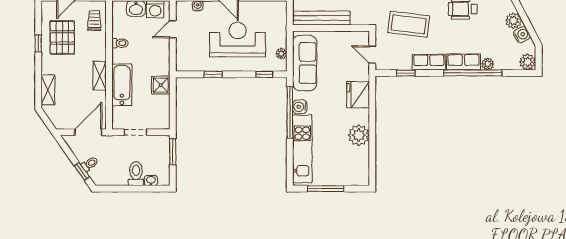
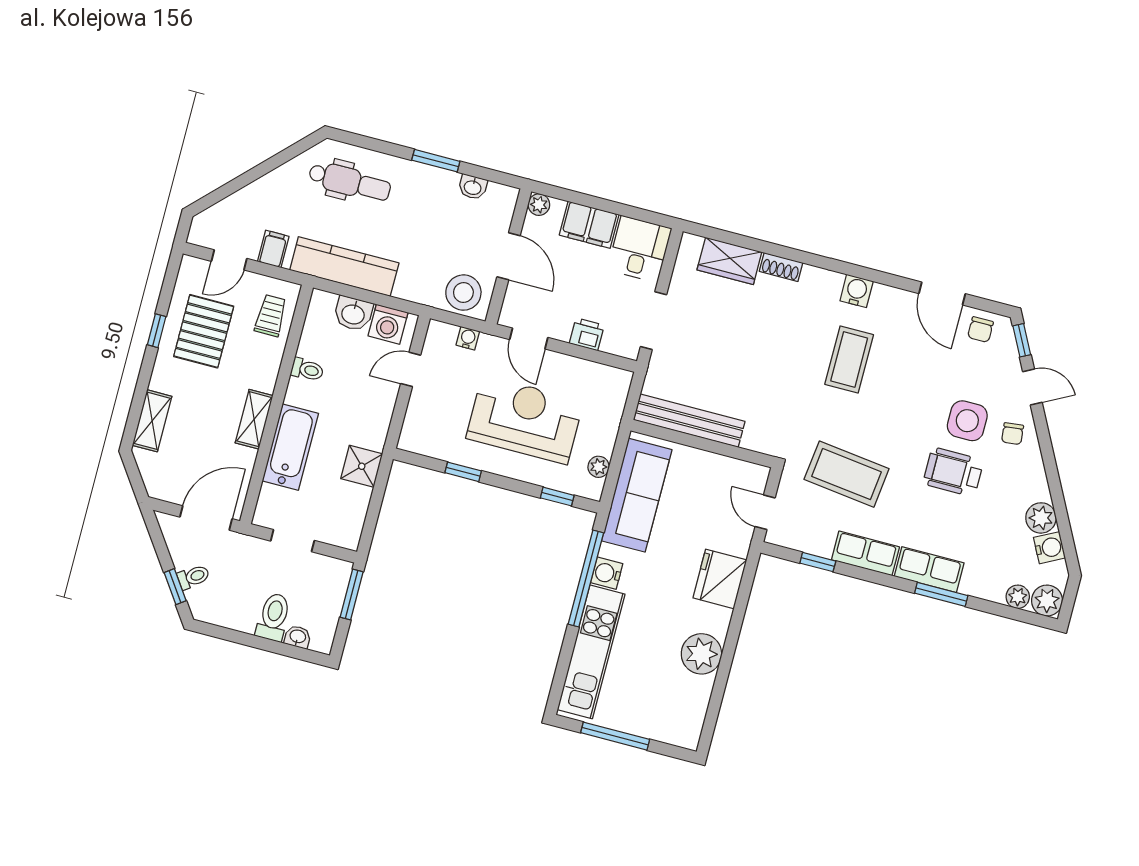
plant: (488, 64) -> (1018, 597), moved
window: (473, 73) -> (941, 594), width x0.47

